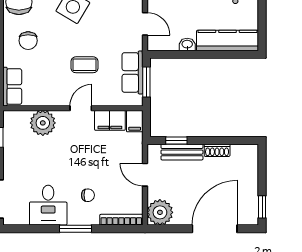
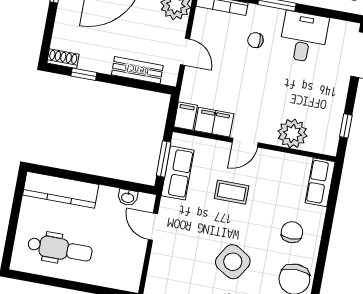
washbasin: (187, 44) -> (128, 197), moved
window: (176, 141) -> (84, 74), moved
shoe rack: (217, 150) -> (63, 59), moved

